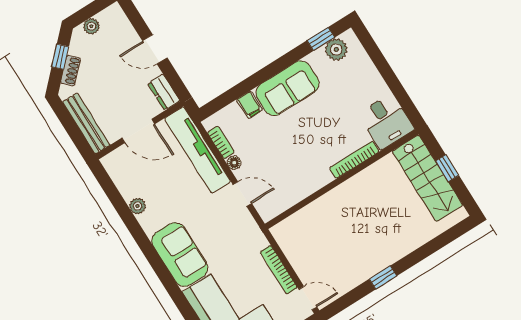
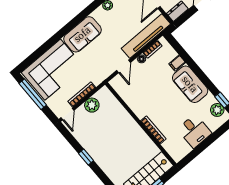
desk: (386, 121) -> (194, 131), moved, turned -90
plant: (299, 256) -> (92, 105), added

